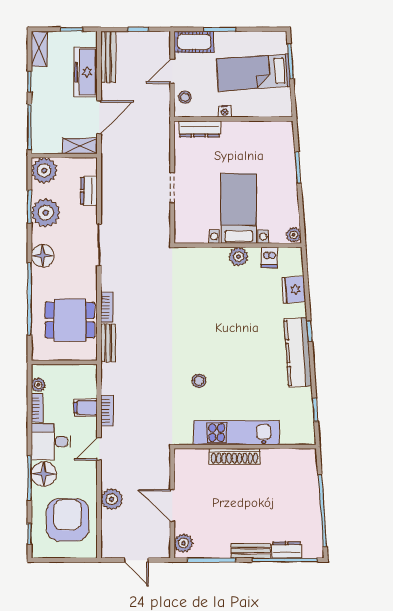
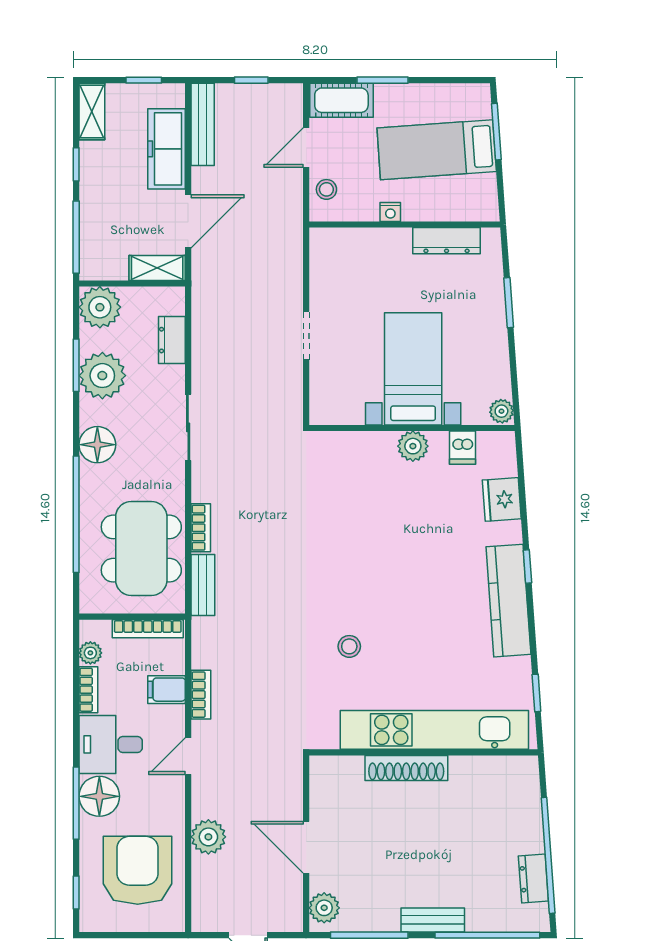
dresser: (200, 129) -> (447, 241), moved
dining table: (70, 320) -> (141, 549), width x1.37
bookcase: (74, 370) -> (148, 629), added
kitchen unit: (236, 433) -> (434, 730), width x1.36
dresser: (287, 550) -> (533, 879), moved, turned -94

